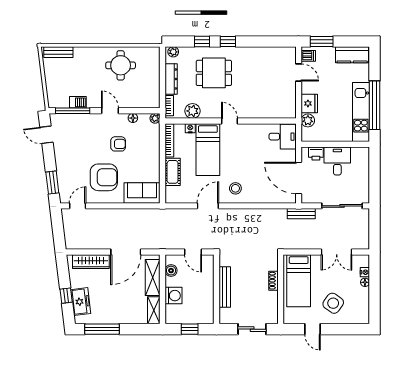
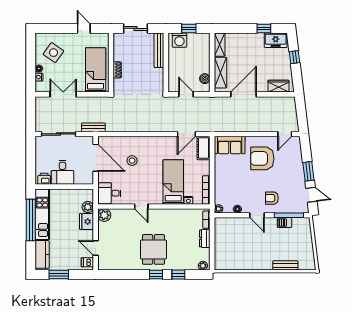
window: (322, 41) -> (59, 275), moved
bench: (58, 52) -> (285, 265), moved
kitchen counter: (352, 55) -> (42, 254), moved, turned 90
round table: (121, 65) -> (248, 254), removed
dining table: (214, 73) -> (153, 249), moved, turned 90
dresser: (171, 79) -> (205, 238), width x0.70
plant: (193, 111) -> (104, 215), moved
door: (229, 121) -> (141, 206), moved
armchair: (118, 144) -> (272, 198), moved
printer: (316, 153) -> (44, 179), moved
cot: (173, 172) -> (203, 148), moved
window: (52, 182) -> (308, 171), moved
stool: (235, 188) -> (132, 161), moved
door: (208, 206) -> (186, 134), moved
wardrobe: (91, 262) -> (278, 86), width x0.67
bench: (225, 287) -> (159, 50), moved
washing machine: (173, 296) -> (179, 40), moved, turned -90
freezer: (81, 302) -> (276, 40), moved, turned -83
side table: (333, 303) -> (53, 53), moved
window: (102, 329) -> (264, 28), width x0.46

